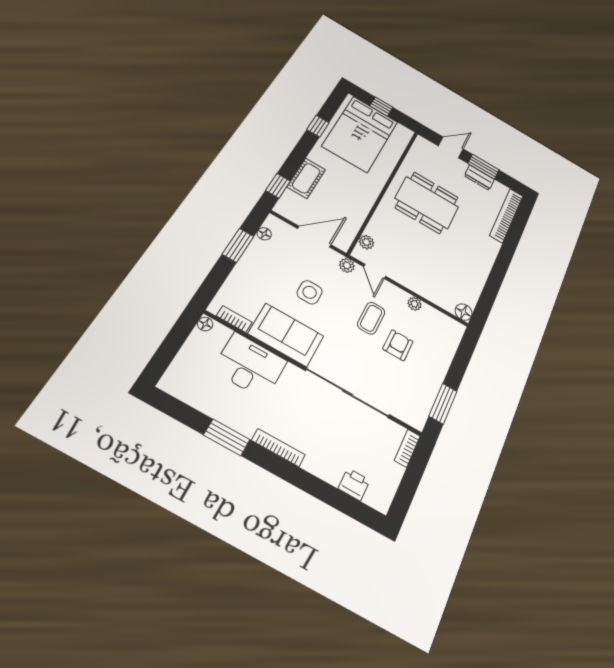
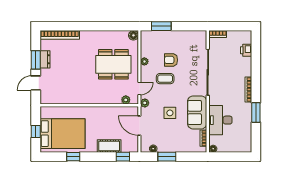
door: (451, 147) -> (36, 83), hinge flipped
dining table: (427, 203) -> (113, 64), moved, turned 90
window: (443, 404) -> (161, 26), moved

